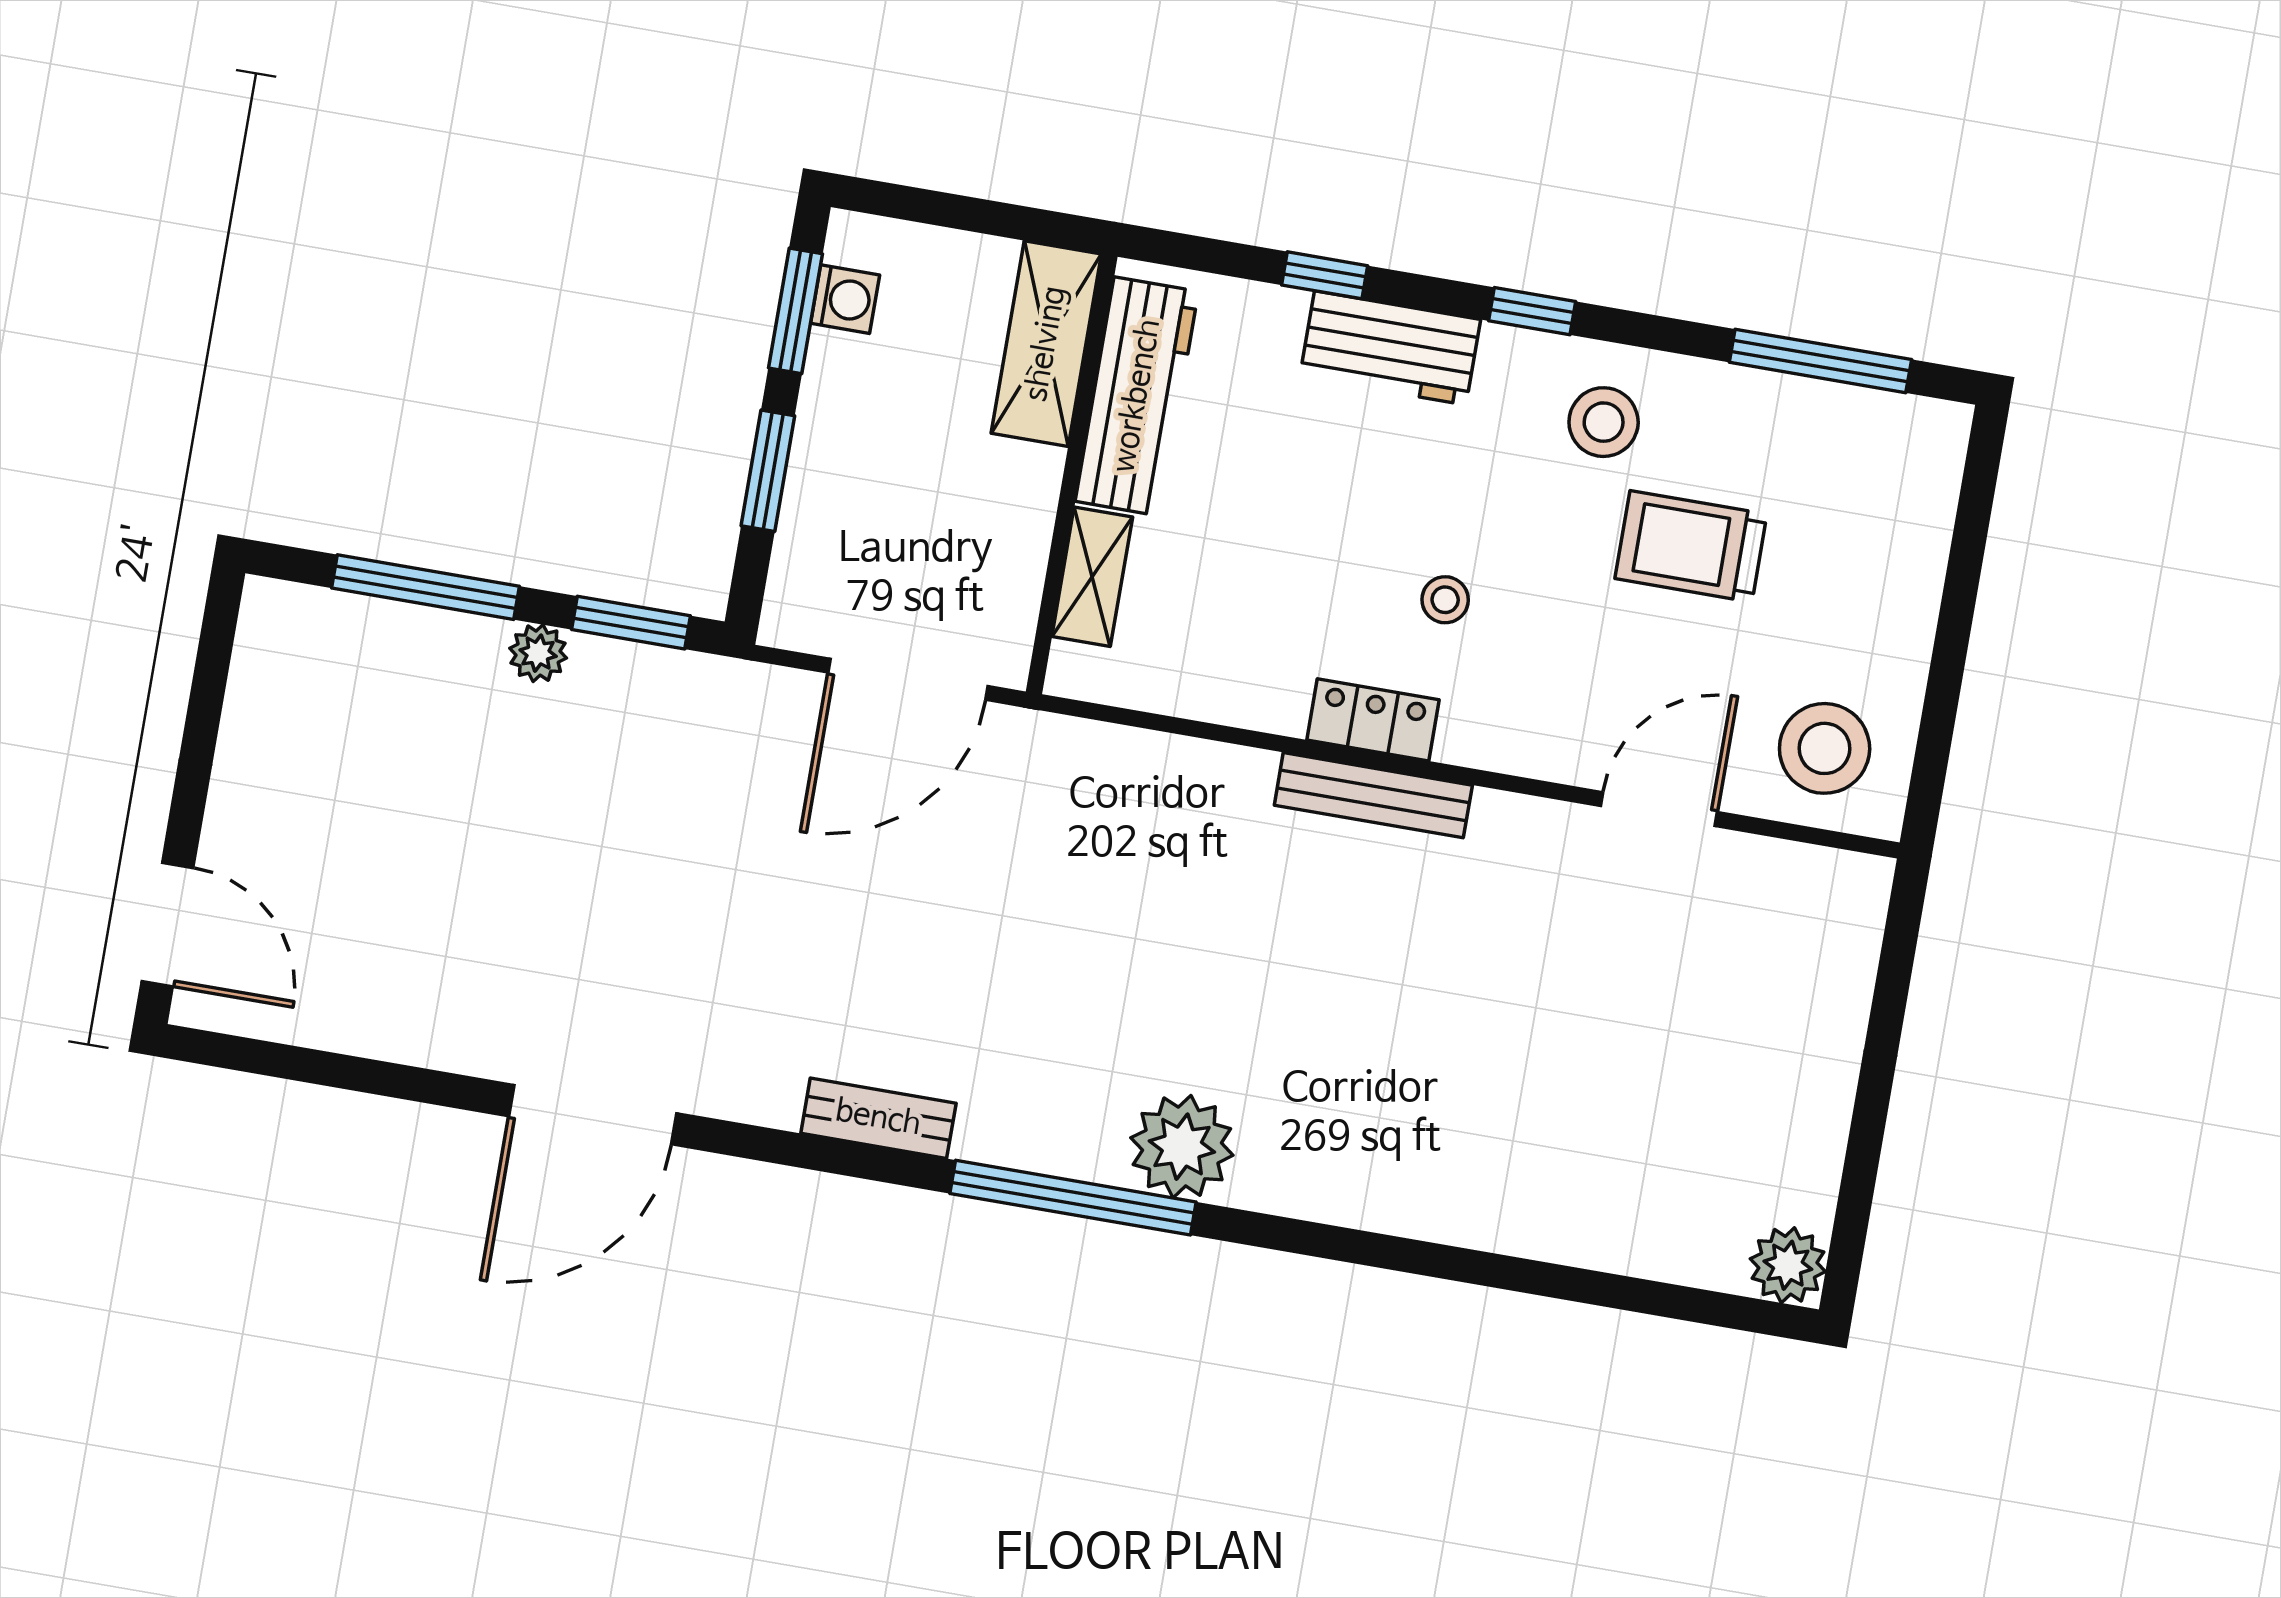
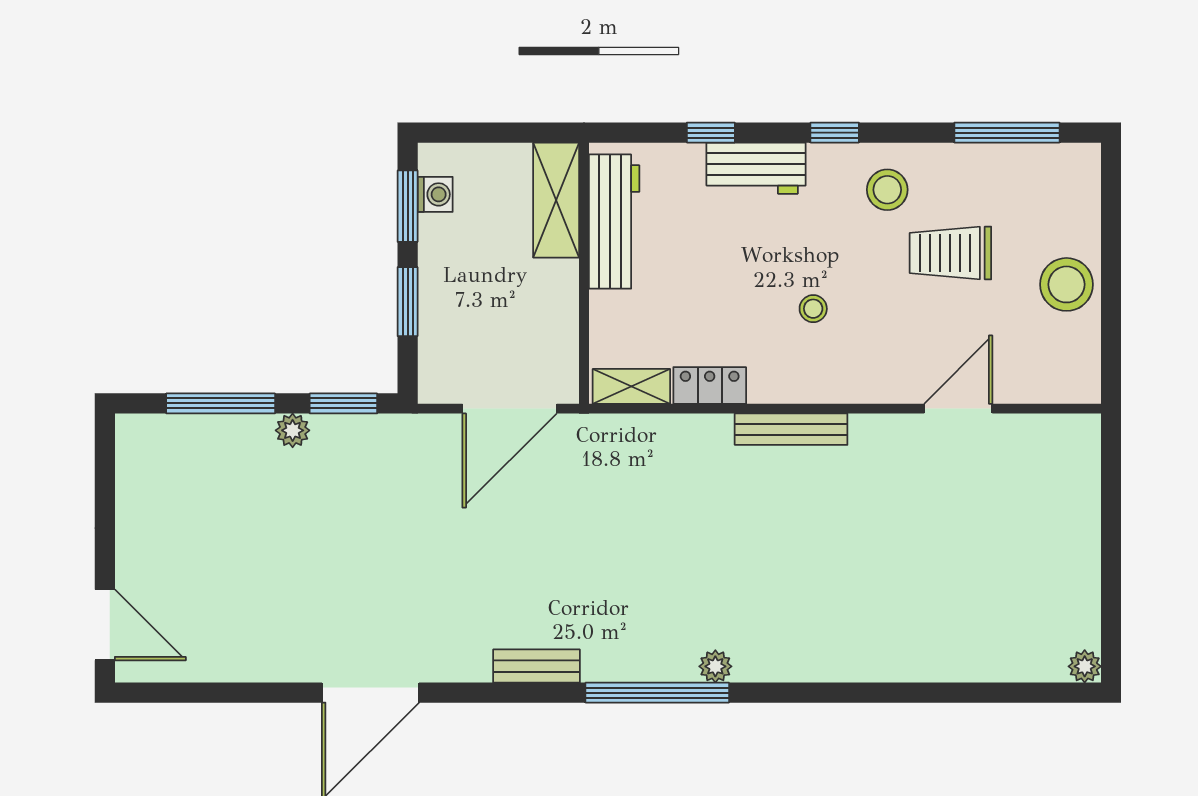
shelving: (1092, 577) -> (631, 386), moved, turned 90
locker: (1373, 720) -> (710, 385), moved
stool: (1825, 748) -> (1066, 284), moved
plant: (1182, 1147) -> (715, 666), width x0.53, depth x0.53
plant: (1788, 1265) -> (1085, 666), width x0.73, depth x0.73

